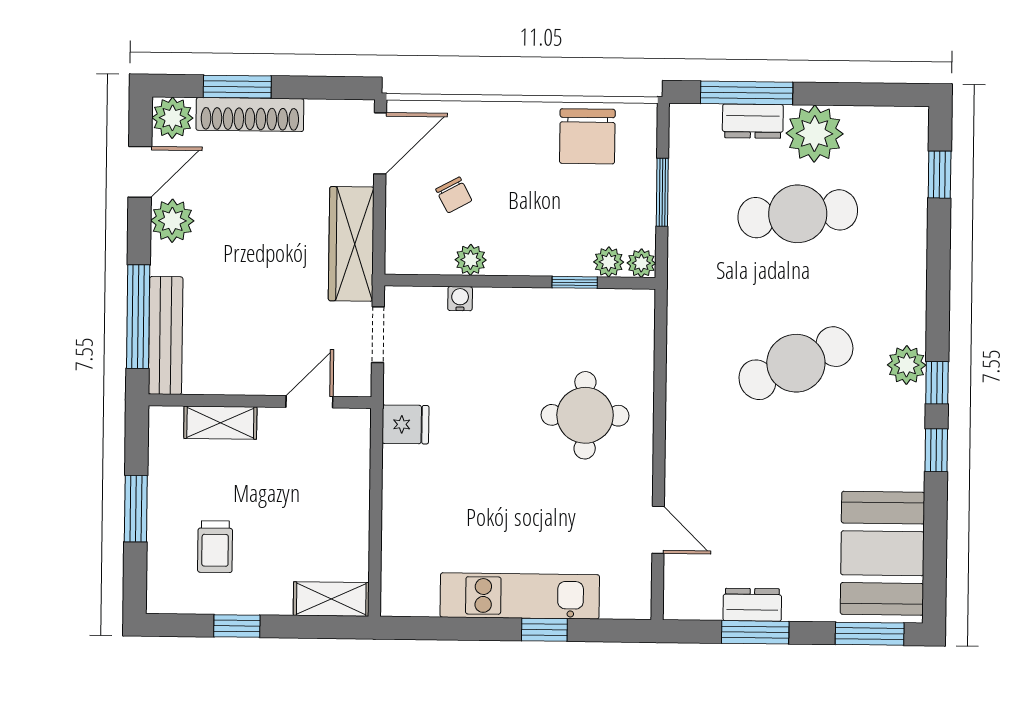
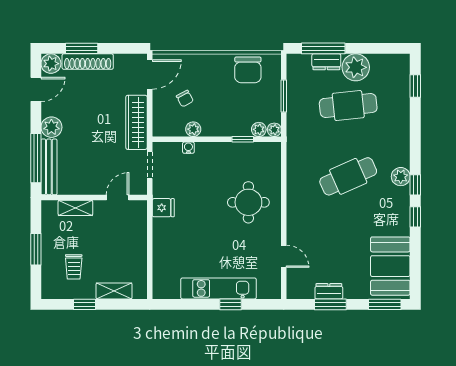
plant: (172, 221) -> (51, 127), moved
shelving: (331, 599) -> (114, 291), moved

